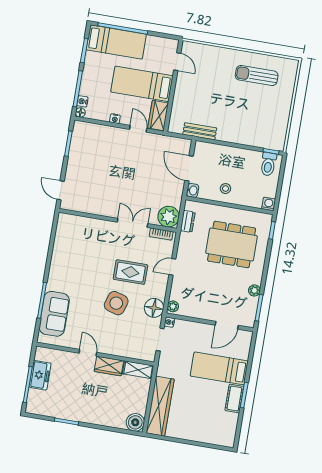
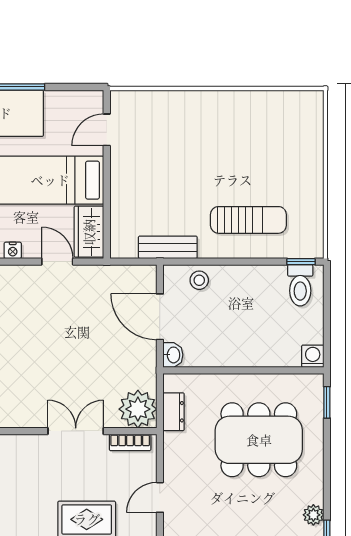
door: (177, 62) -> (107, 130), swing flipped
sun lounger: (257, 76) -> (248, 220), moved, turned 180
stool: (225, 189) -> (199, 280), moved

